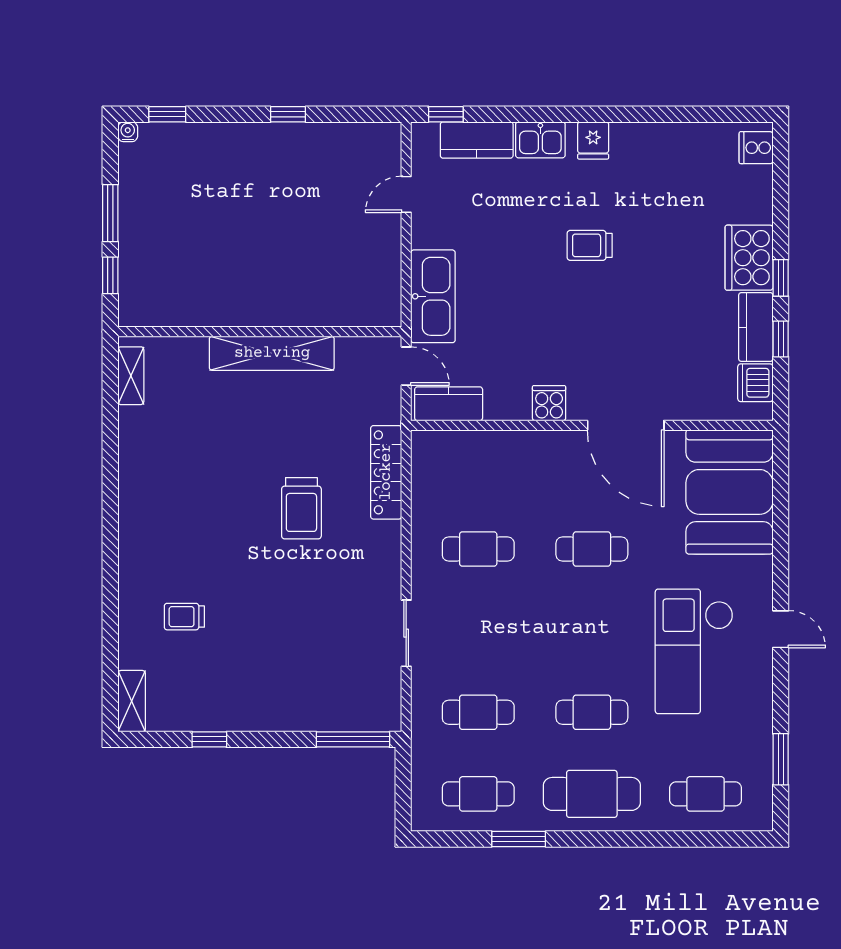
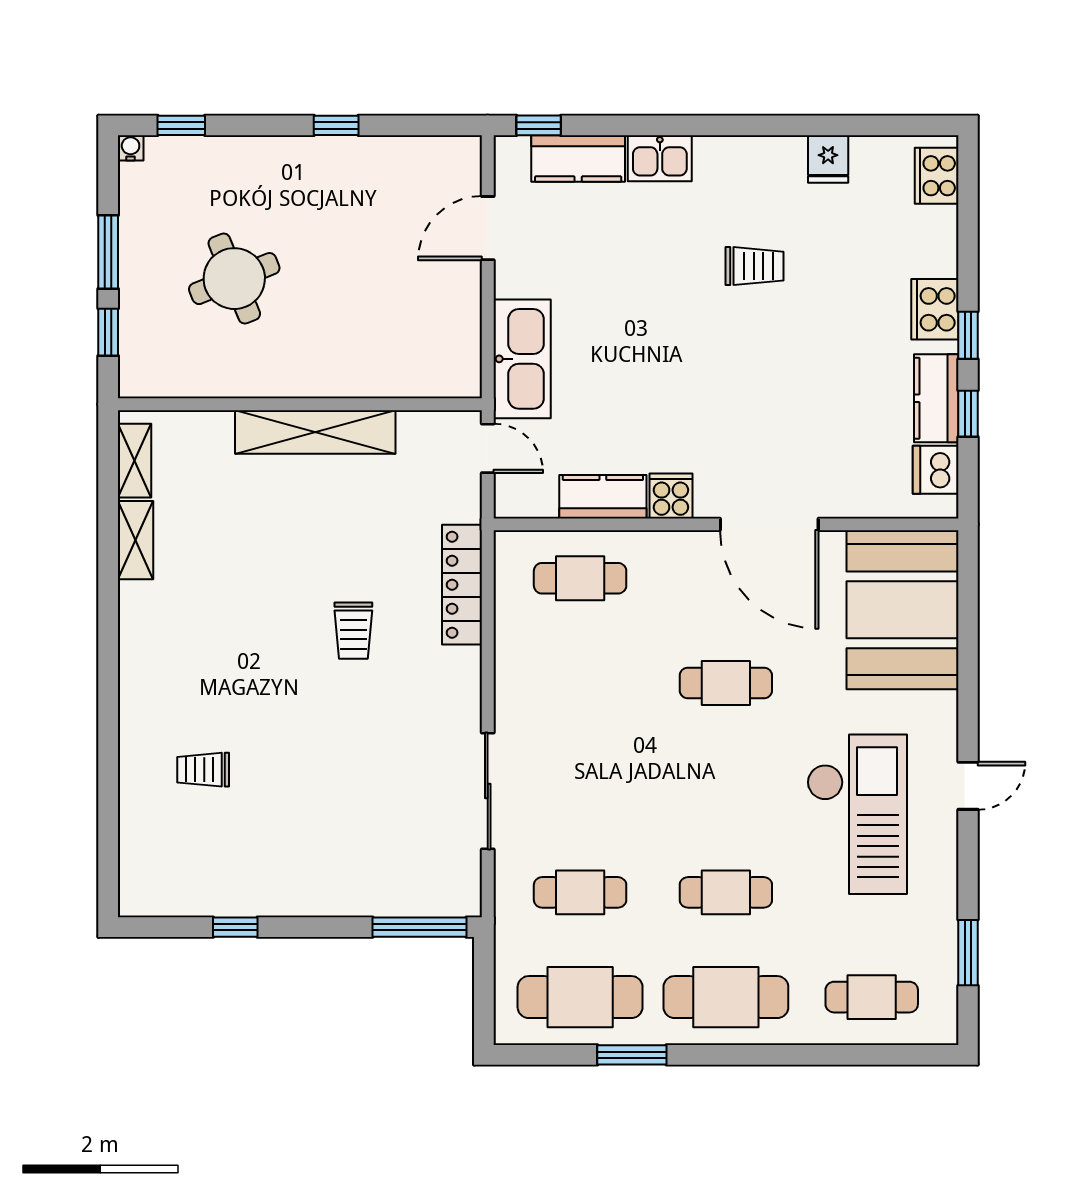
fridge: (593, 140) -> (828, 159), moved
cooker: (756, 148) -> (937, 176), width x1.36
door: (406, 194) -> (488, 228), width x1.38
round table: (209, 234) -> (234, 279), added
trolley: (590, 245) -> (754, 266), moved, turned 180
cooker: (749, 258) -> (935, 309), width x0.73, depth x0.76
kitchen counter: (449, 404) -> (603, 497), moved
trolley: (301, 508) -> (353, 631), width x0.73, depth x0.72
cafe table: (478, 549) -> (580, 578), moved
door: (781, 629) -> (968, 786), hinge flipped
sliding door: (406, 633) -> (488, 791), width x1.37
checkout: (694, 651) -> (857, 814), turned 180
shelving: (132, 701) -> (136, 540), moved
cafe table: (478, 794) -> (580, 997), width x1.37, depth x1.35

